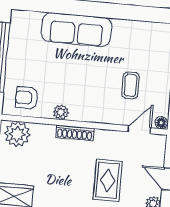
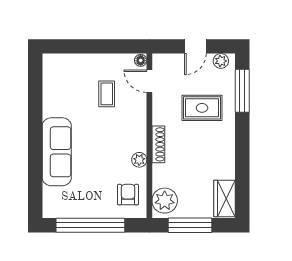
coffee table: (131, 85) -> (107, 94), turned 90
armchair: (27, 98) -> (128, 195), turned 180

